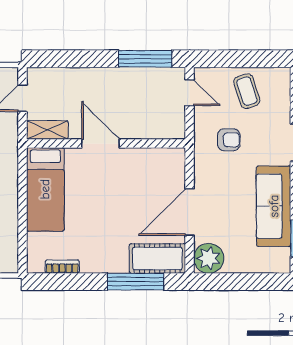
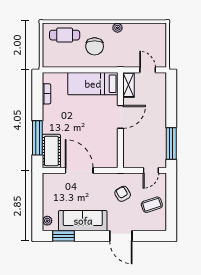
armchair: (229, 140) -> (123, 194), turned 150
plant: (209, 258) -> (47, 221), moved, width x0.53, depth x0.53

